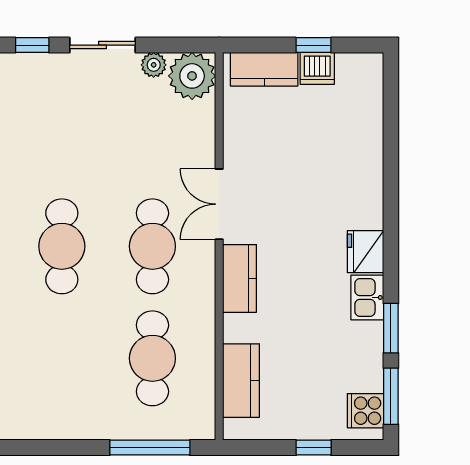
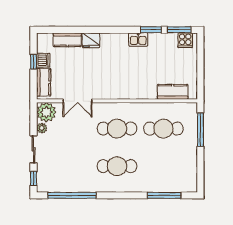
double door: (219, 204) -> (77, 101), moved
fridge: (365, 252) -> (91, 40), moved
kitchen counter: (240, 278) -> (67, 40), moved, turned 180
window: (314, 448) -> (200, 62), removed

